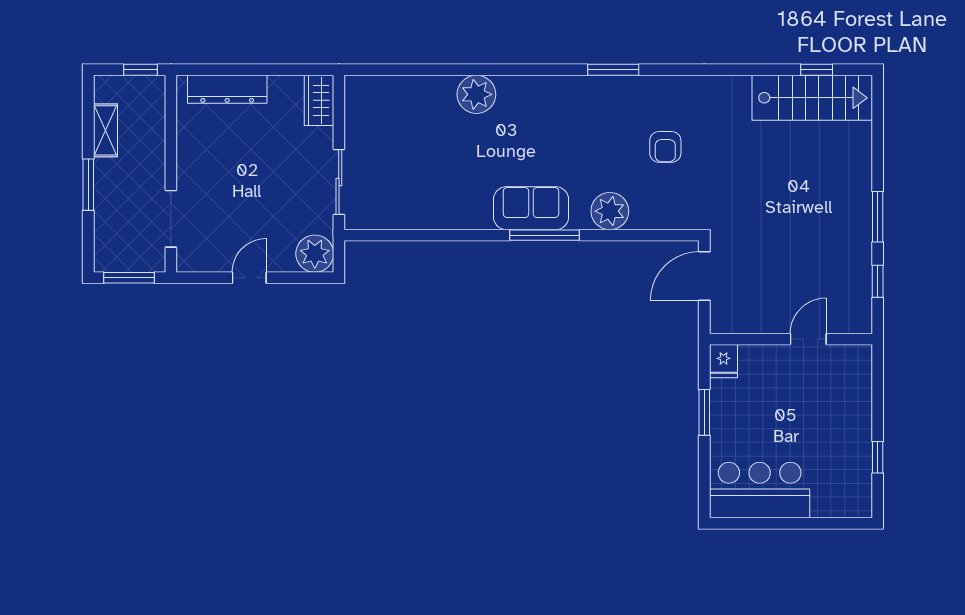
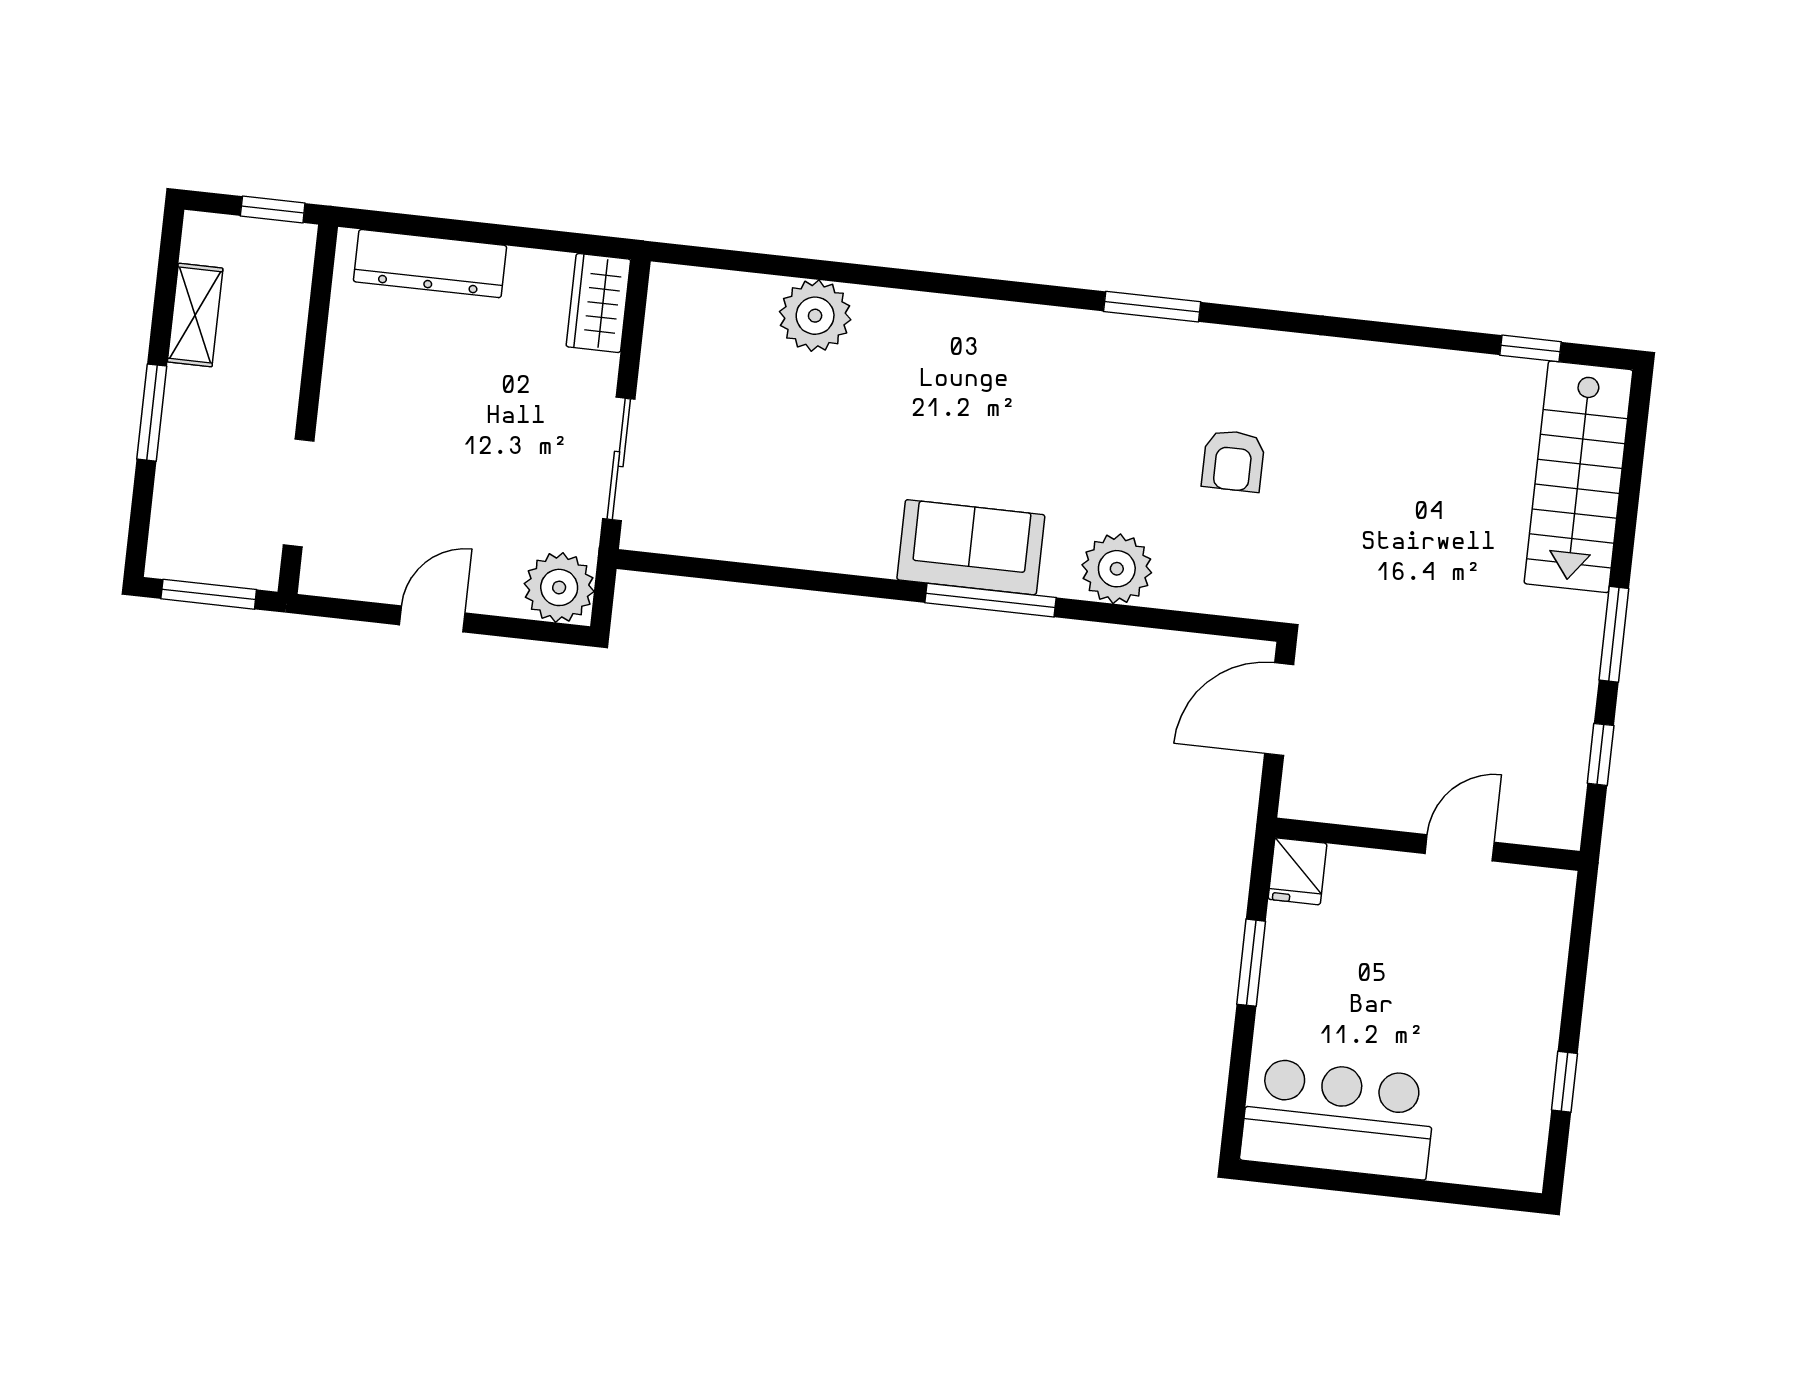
plant: (476, 94) -> (815, 316), moved
stairs: (812, 98) -> (1579, 477), moved, turned 90

